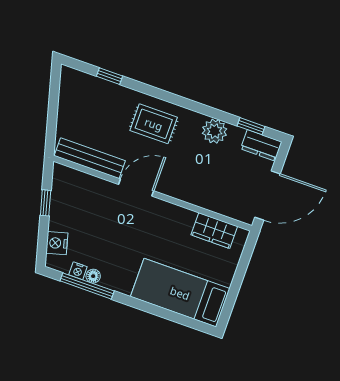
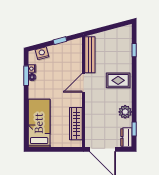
rug: (154, 124) -> (118, 80), turned 90
door: (136, 188) -> (83, 83), swing flipped
wardrobe: (214, 231) -> (76, 124), width x1.50
window: (87, 286) -> (26, 76), width x0.69

